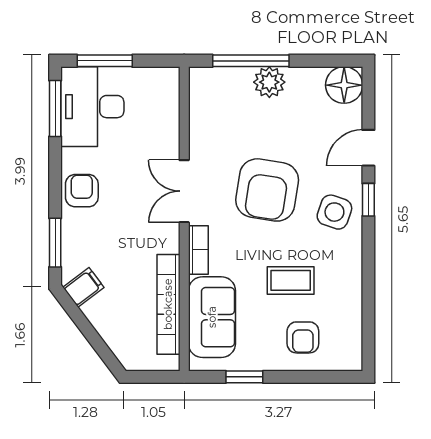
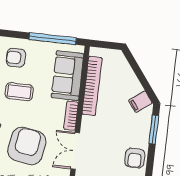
double door: (184, 191) -> (75, 151), swing flipped
armchair: (303, 337) -> (16, 58), turned -90
window: (244, 377) -> (53, 39), width x2.17

